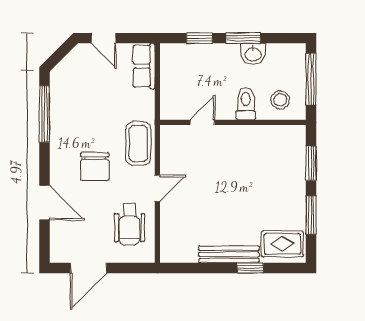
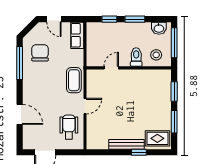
washbasin: (253, 54) -> (159, 28), moved
chair: (95, 167) -> (40, 53), moved, turned 180
wheelchair: (130, 224) -> (69, 127), turned 180

